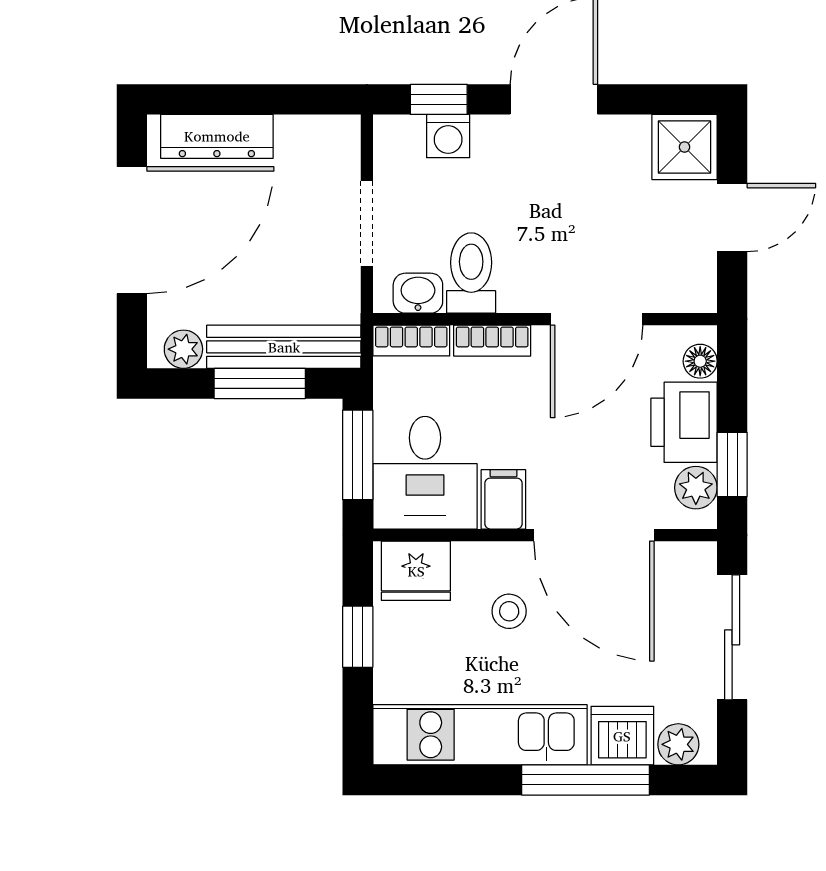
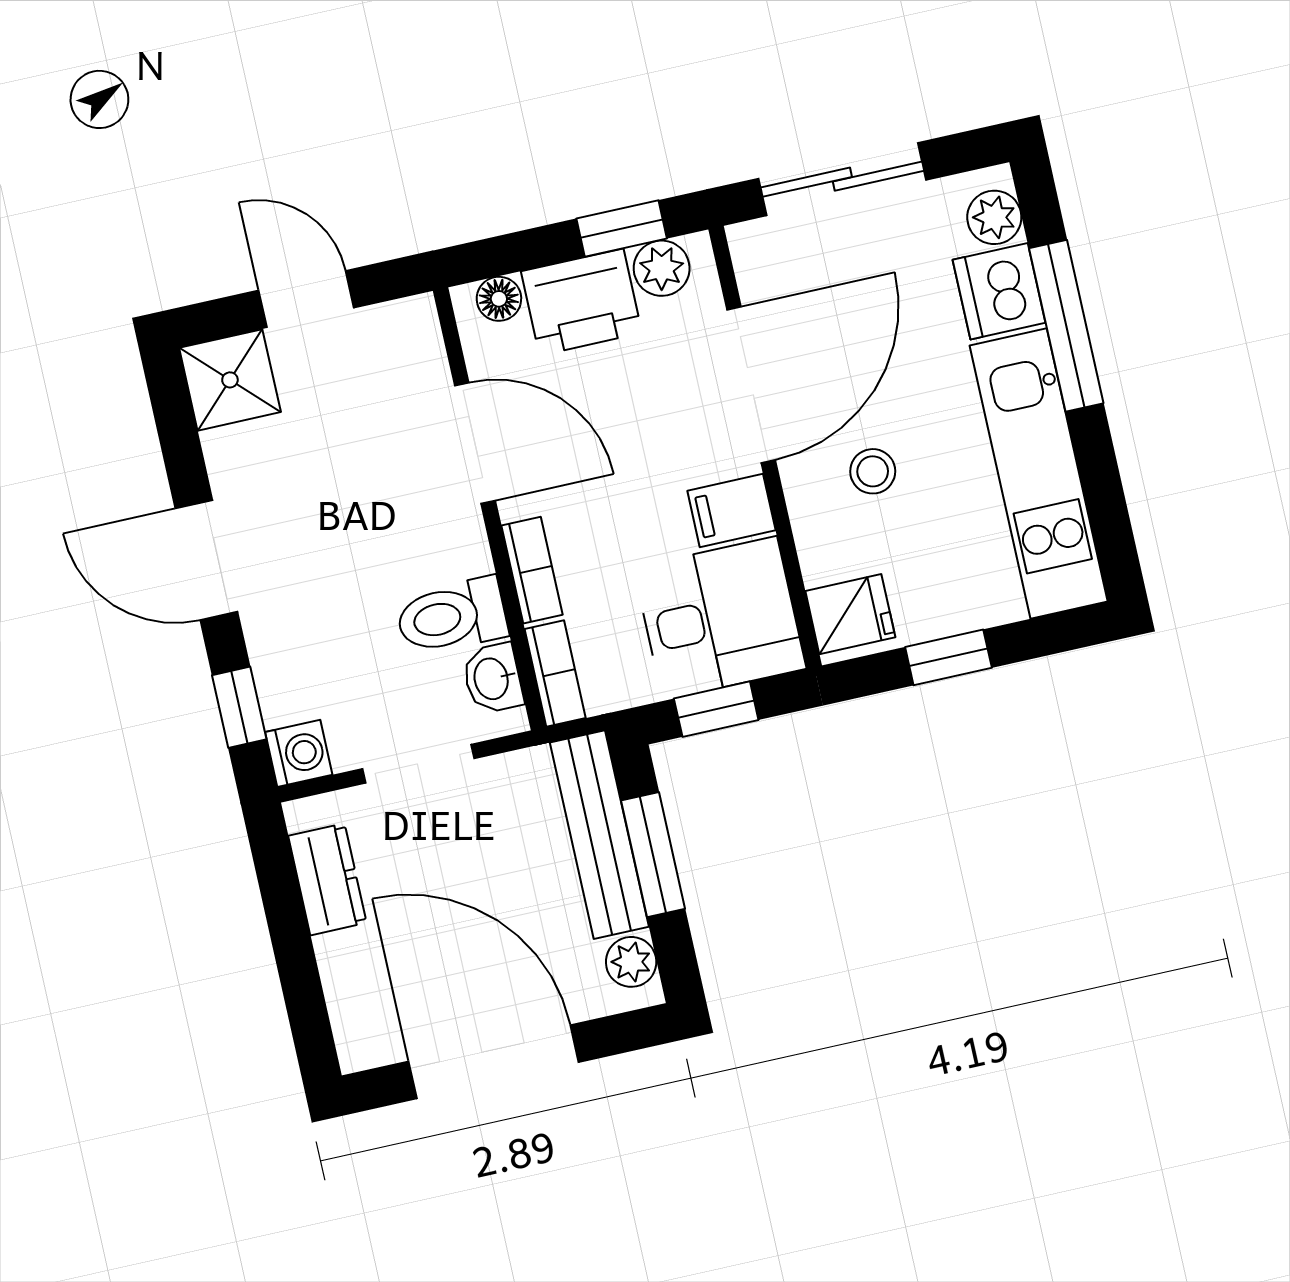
dresser: (217, 136) -> (327, 879), moved, width x0.70
washing machine: (448, 136) -> (299, 753), moved
window: (358, 455) -> (716, 709), width x0.67
fridge: (416, 571) -> (850, 614), width x0.72

